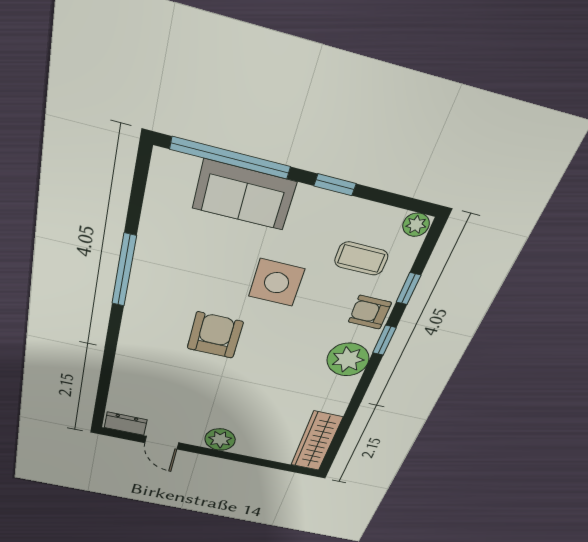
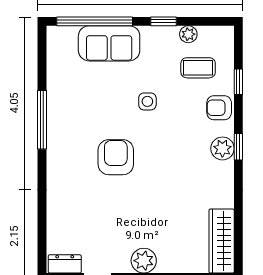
plant: (416, 225) -> (188, 34), moved
side table: (277, 283) -> (147, 101), width x0.54, depth x0.54
window: (384, 340) -> (238, 147), moved
plant: (348, 359) -> (222, 148), width x0.73, depth x0.73

